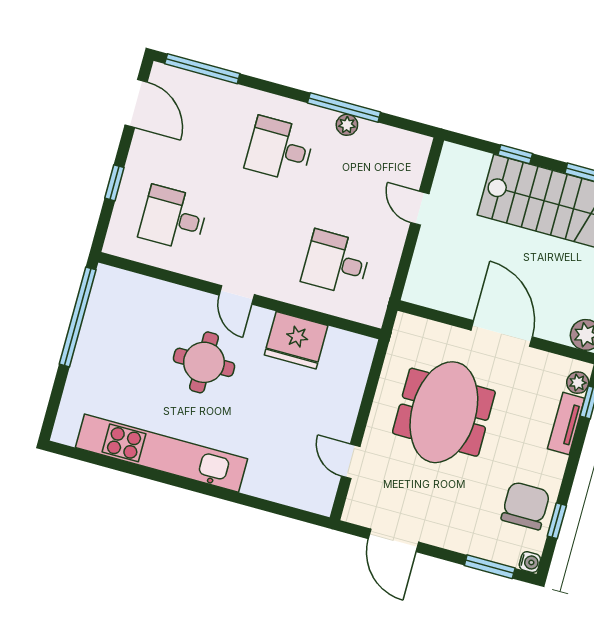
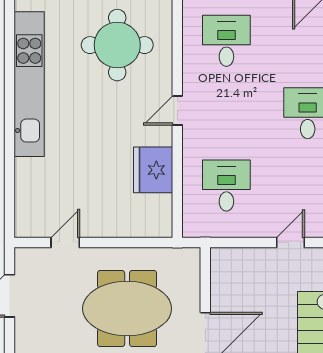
round table: (204, 362) -> (117, 45), moved, width x1.36, depth x1.36

